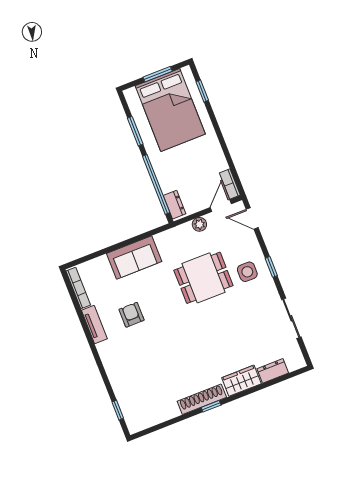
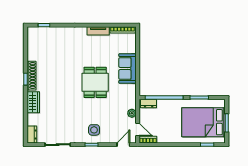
dining table: (203, 278) -> (95, 82), moved
armchair: (132, 315) -> (95, 54), removed
dresser: (273, 371) -> (32, 135), moved

